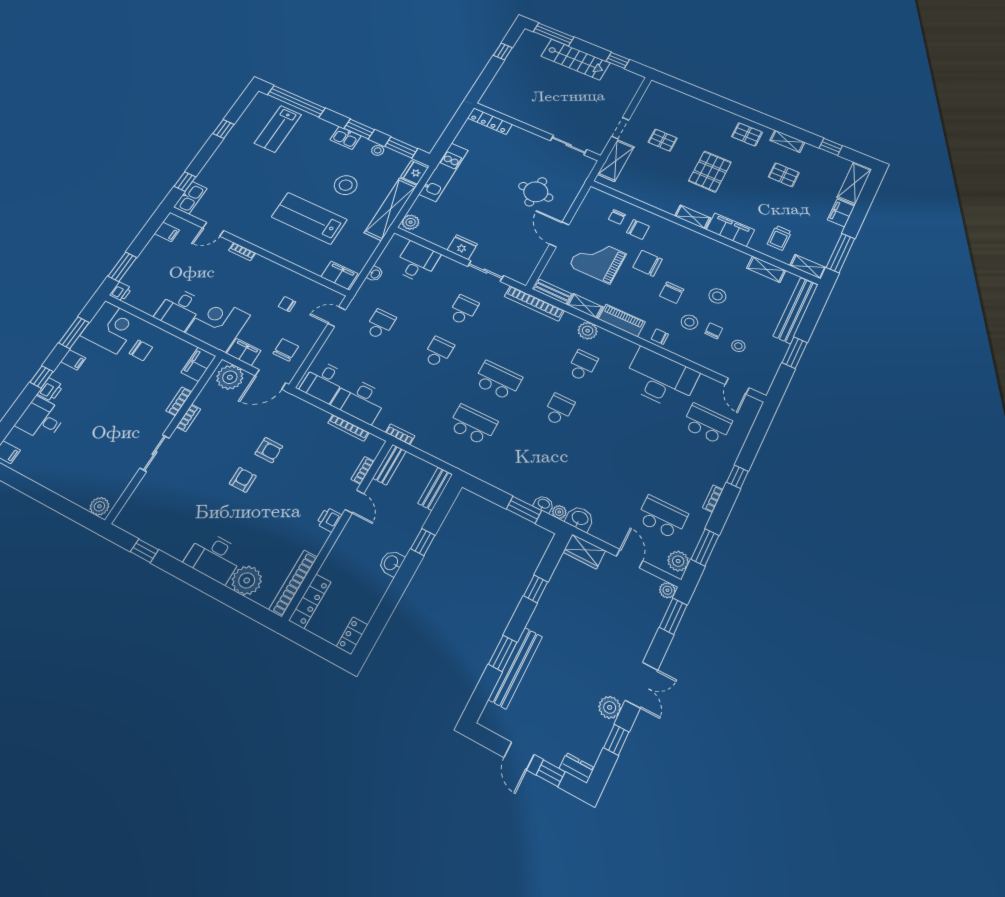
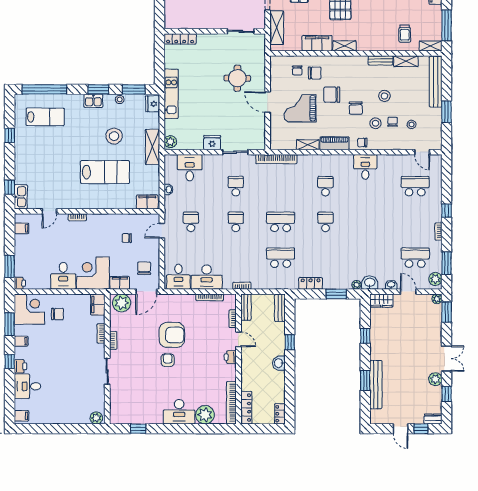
lab bench: (278, 129) -> (45, 117), turned -90
shelving: (391, 209) -> (152, 147), width x0.68
lab bench: (309, 218) -> (105, 172), turned 180
filing cabinet: (730, 230) -> (317, 43), moved
bench: (553, 292) -> (381, 60), moved
plant: (588, 331) -> (317, 161), removed
desk: (661, 379) -> (365, 167), width x0.53, depth x0.77
armchair: (269, 450) -> (172, 335), width x1.88, depth x1.88
locker: (496, 478) -> (311, 283), added
washbasin: (544, 504) -> (391, 285), moved

